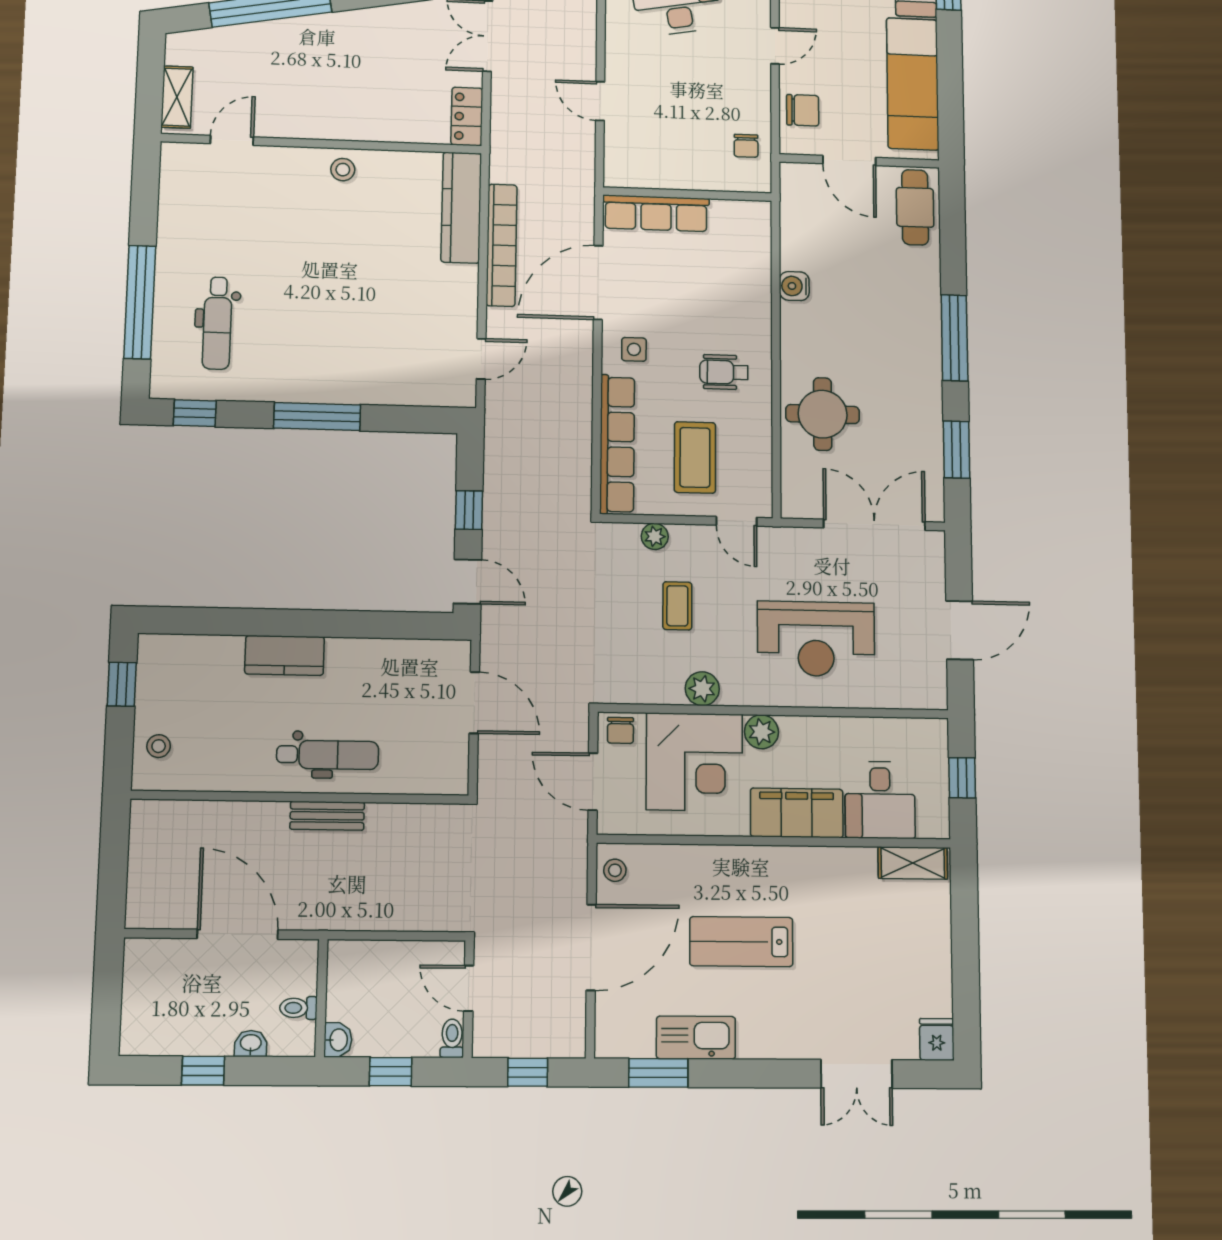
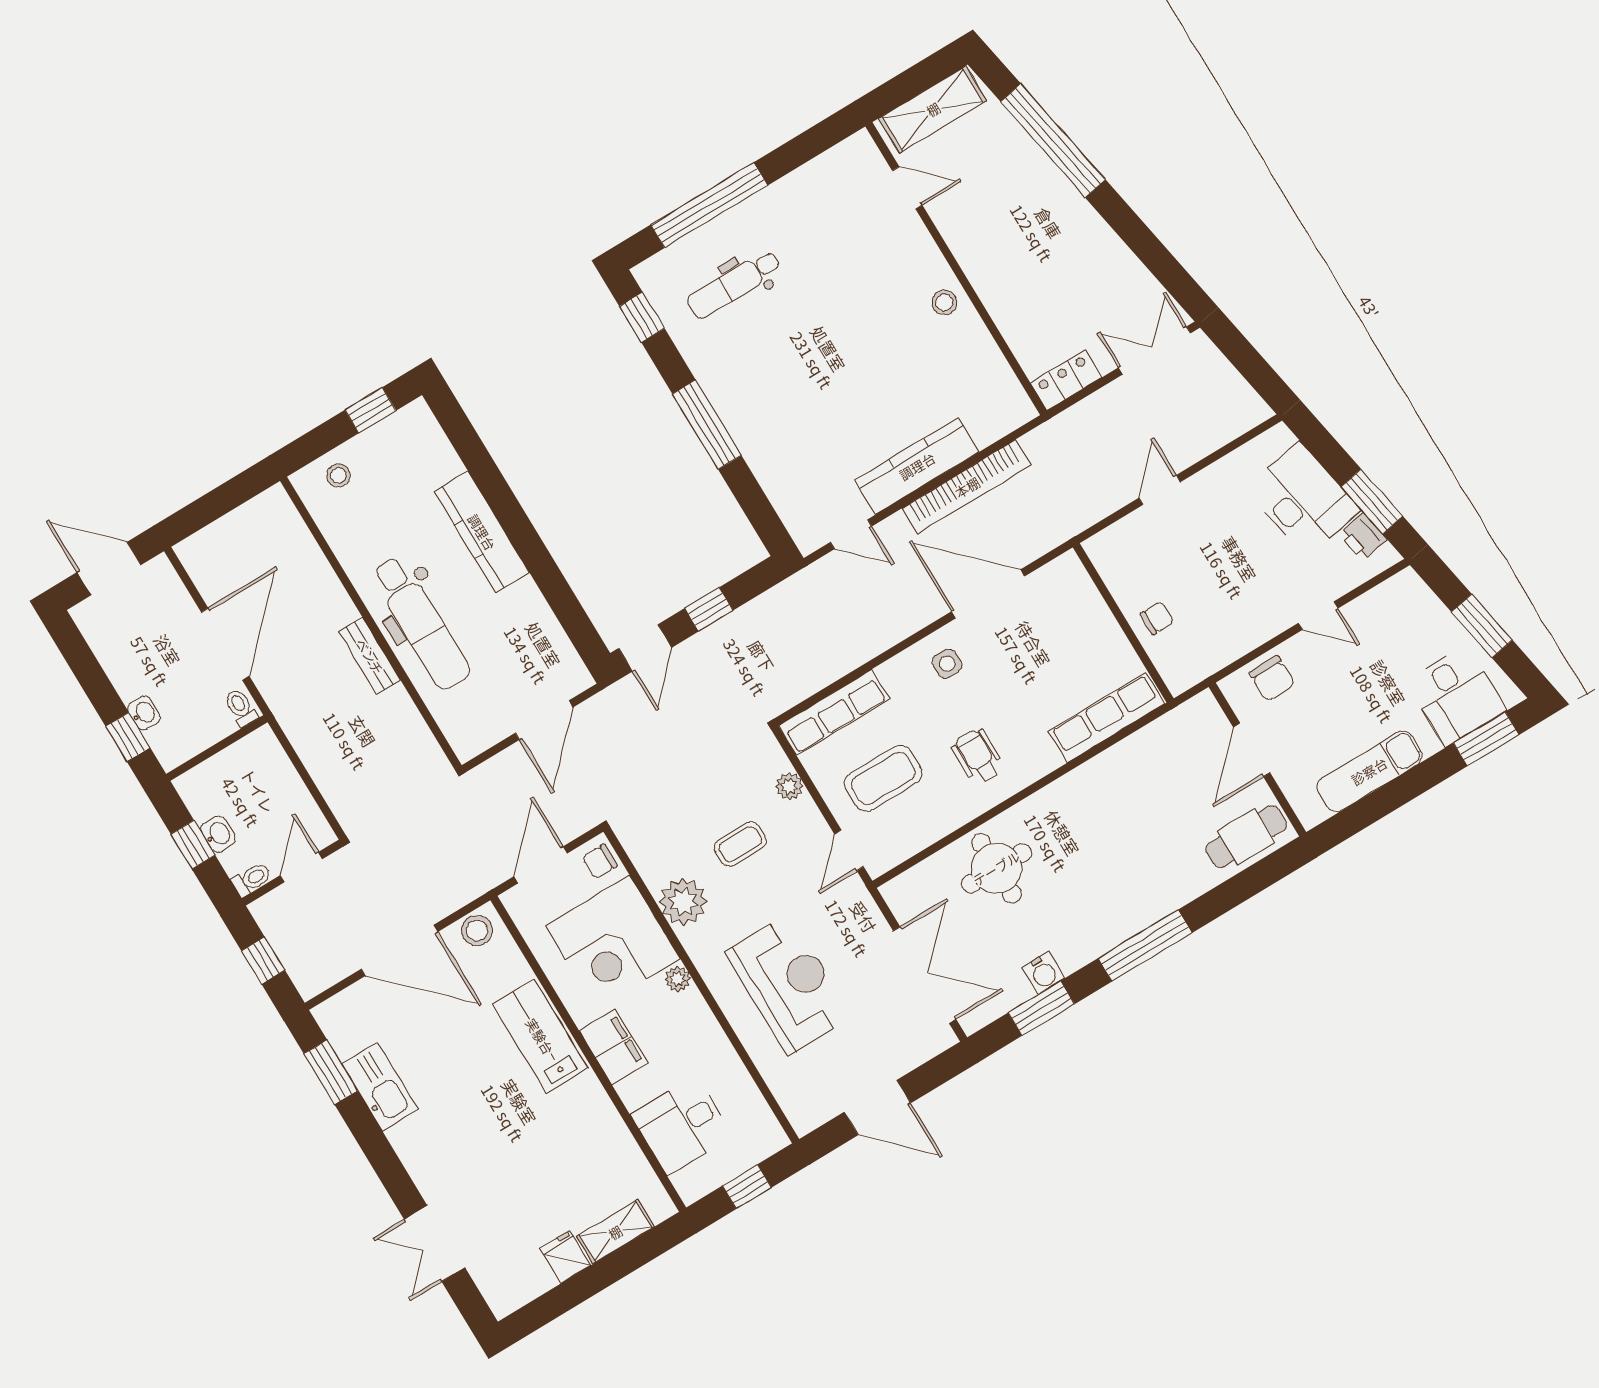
exam couch: (913, 84) -> (1369, 771), width x0.73, depth x0.69
shelving: (177, 97) -> (933, 109), width x1.50, depth x1.33
chair: (746, 146) -> (1157, 618), moved, turned 180
kitchen counter: (461, 208) -> (917, 466), moved
row of seats: (656, 213) -> (1107, 717), moved, turned 90
water cooler: (794, 286) -> (1043, 973), moved, turned 180
row of seats: (617, 444) -> (834, 712), width x0.73
reception desk: (816, 639) -> (789, 984), turned 180
kitchen counter: (285, 655) -> (482, 532), width x1.50
plant: (702, 689) -> (683, 902), width x1.36, depth x1.36
plant: (761, 732) -> (678, 979), width x0.73, depth x0.73
dental chair: (328, 755) -> (421, 623), width x1.36, depth x1.38
filing cabinet: (797, 813) -> (614, 1047), width x0.67, depth x0.86
shelving: (913, 863) -> (615, 1232), moved, turned 90
stool: (615, 870) -> (477, 931), width x1.37, depth x1.37
lab bench: (741, 942) -> (540, 1036), moved
door: (107, 996) -> (109, 569), added
toilet: (298, 1008) -> (241, 708), moved
fridge: (937, 1039) -> (565, 1257), moved, turned -90
washbasin: (338, 1040) -> (218, 834), moved, turned -90
window: (203, 1071) -> (128, 737), moved

